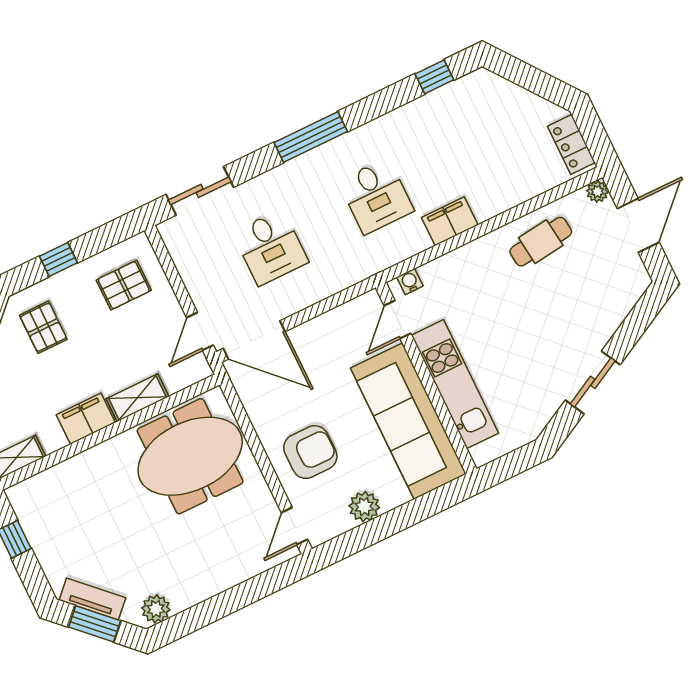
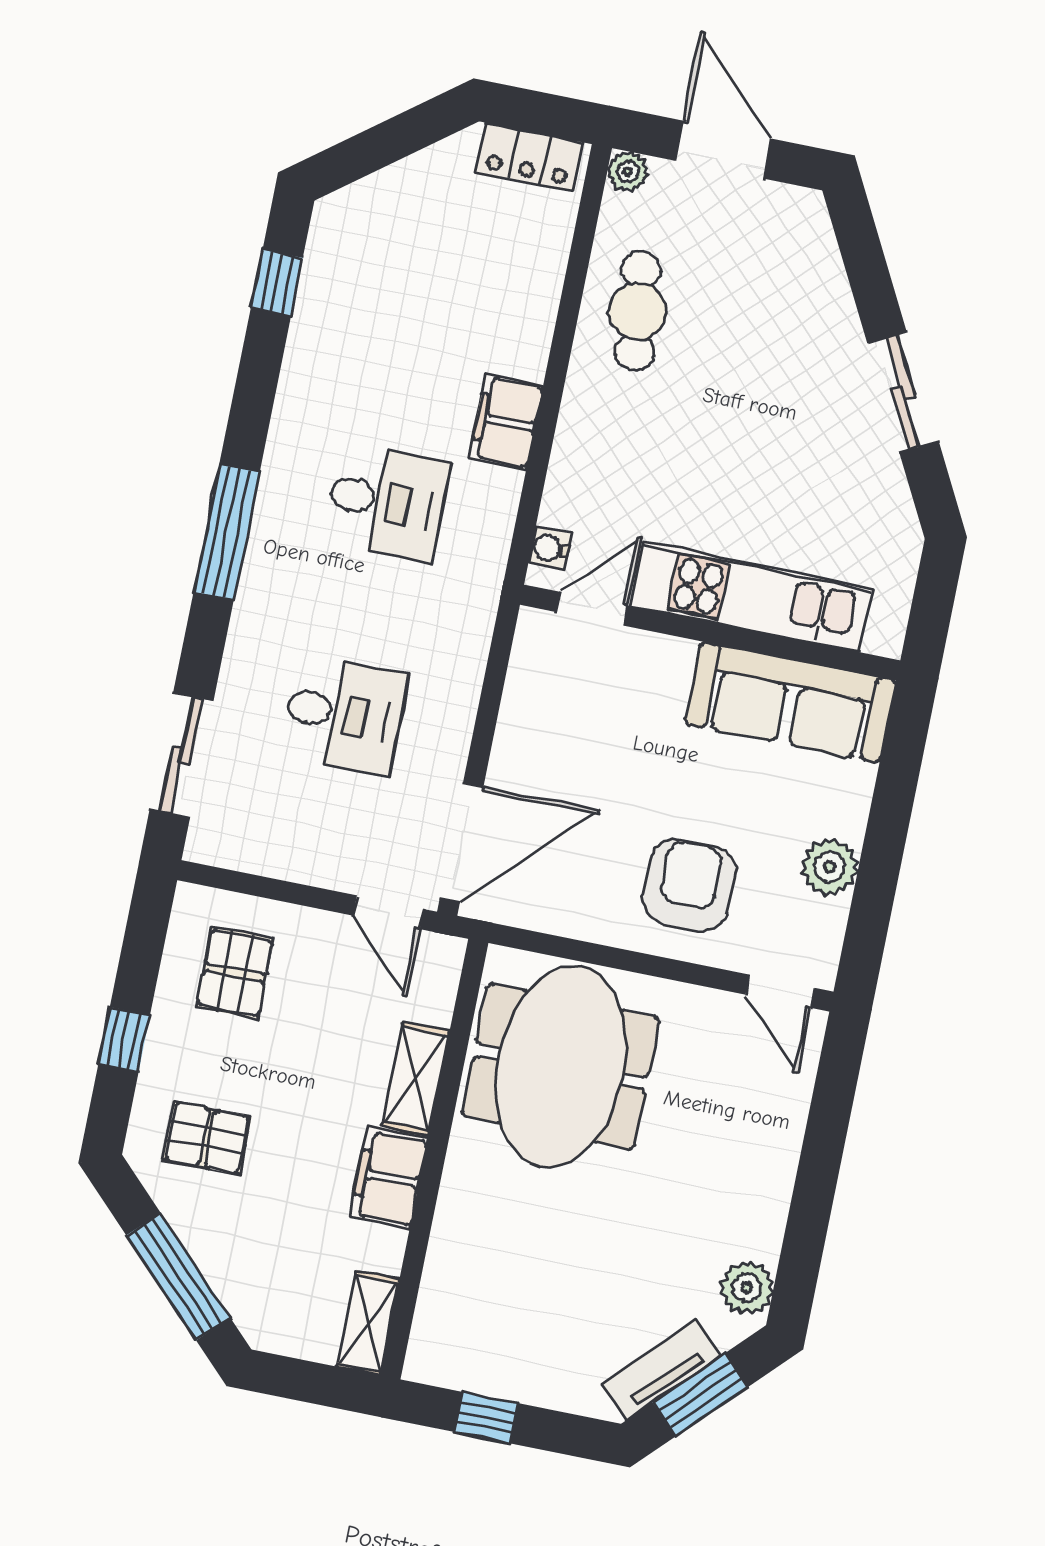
door: (398, 320) -> (592, 609), swing flipped
sofa: (408, 421) -> (791, 702), width x0.74, depth x0.79

